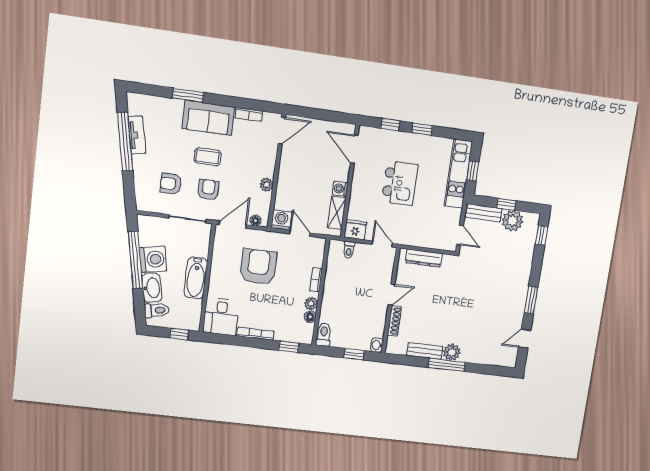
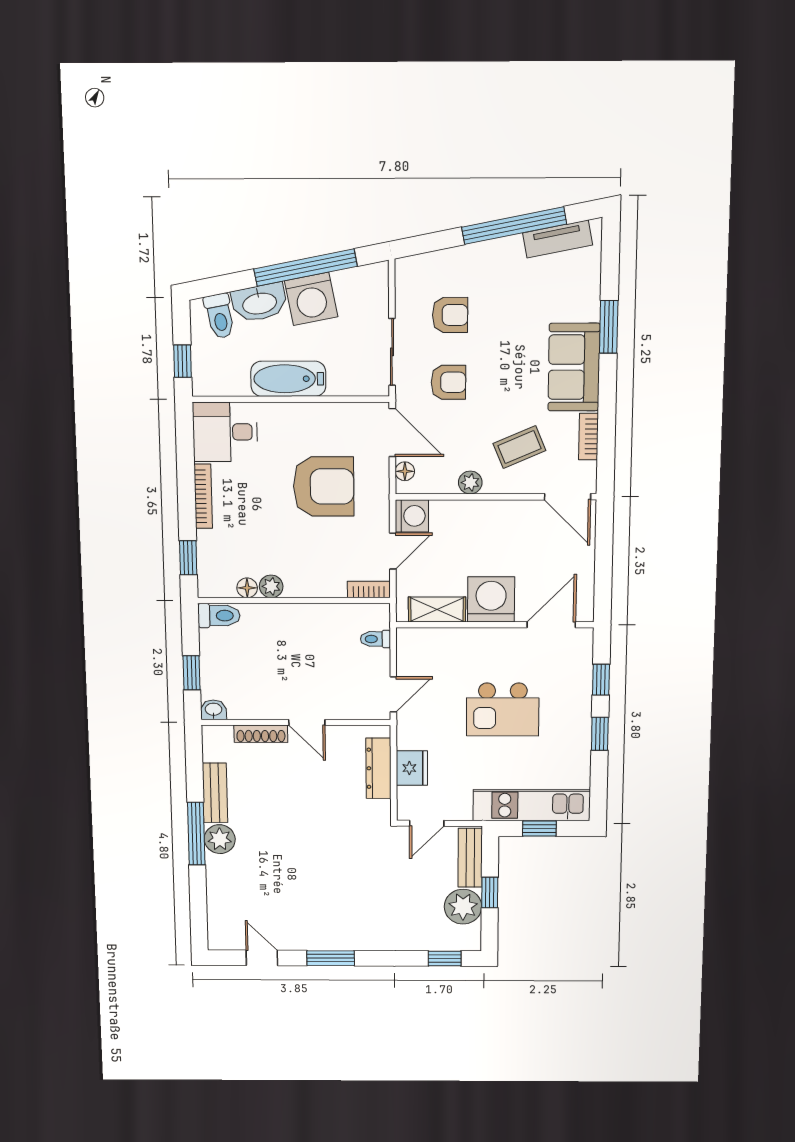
tv unit: (137, 135) -> (558, 239), moved
coffee table: (208, 157) -> (519, 447), moved, turned 67
armchair: (171, 184) -> (450, 315), turned 90
washing machine: (340, 189) -> (491, 599), width x1.89, depth x1.89
fridge: (355, 230) -> (412, 768), moved
bookcase: (316, 280) -> (369, 589), moved

